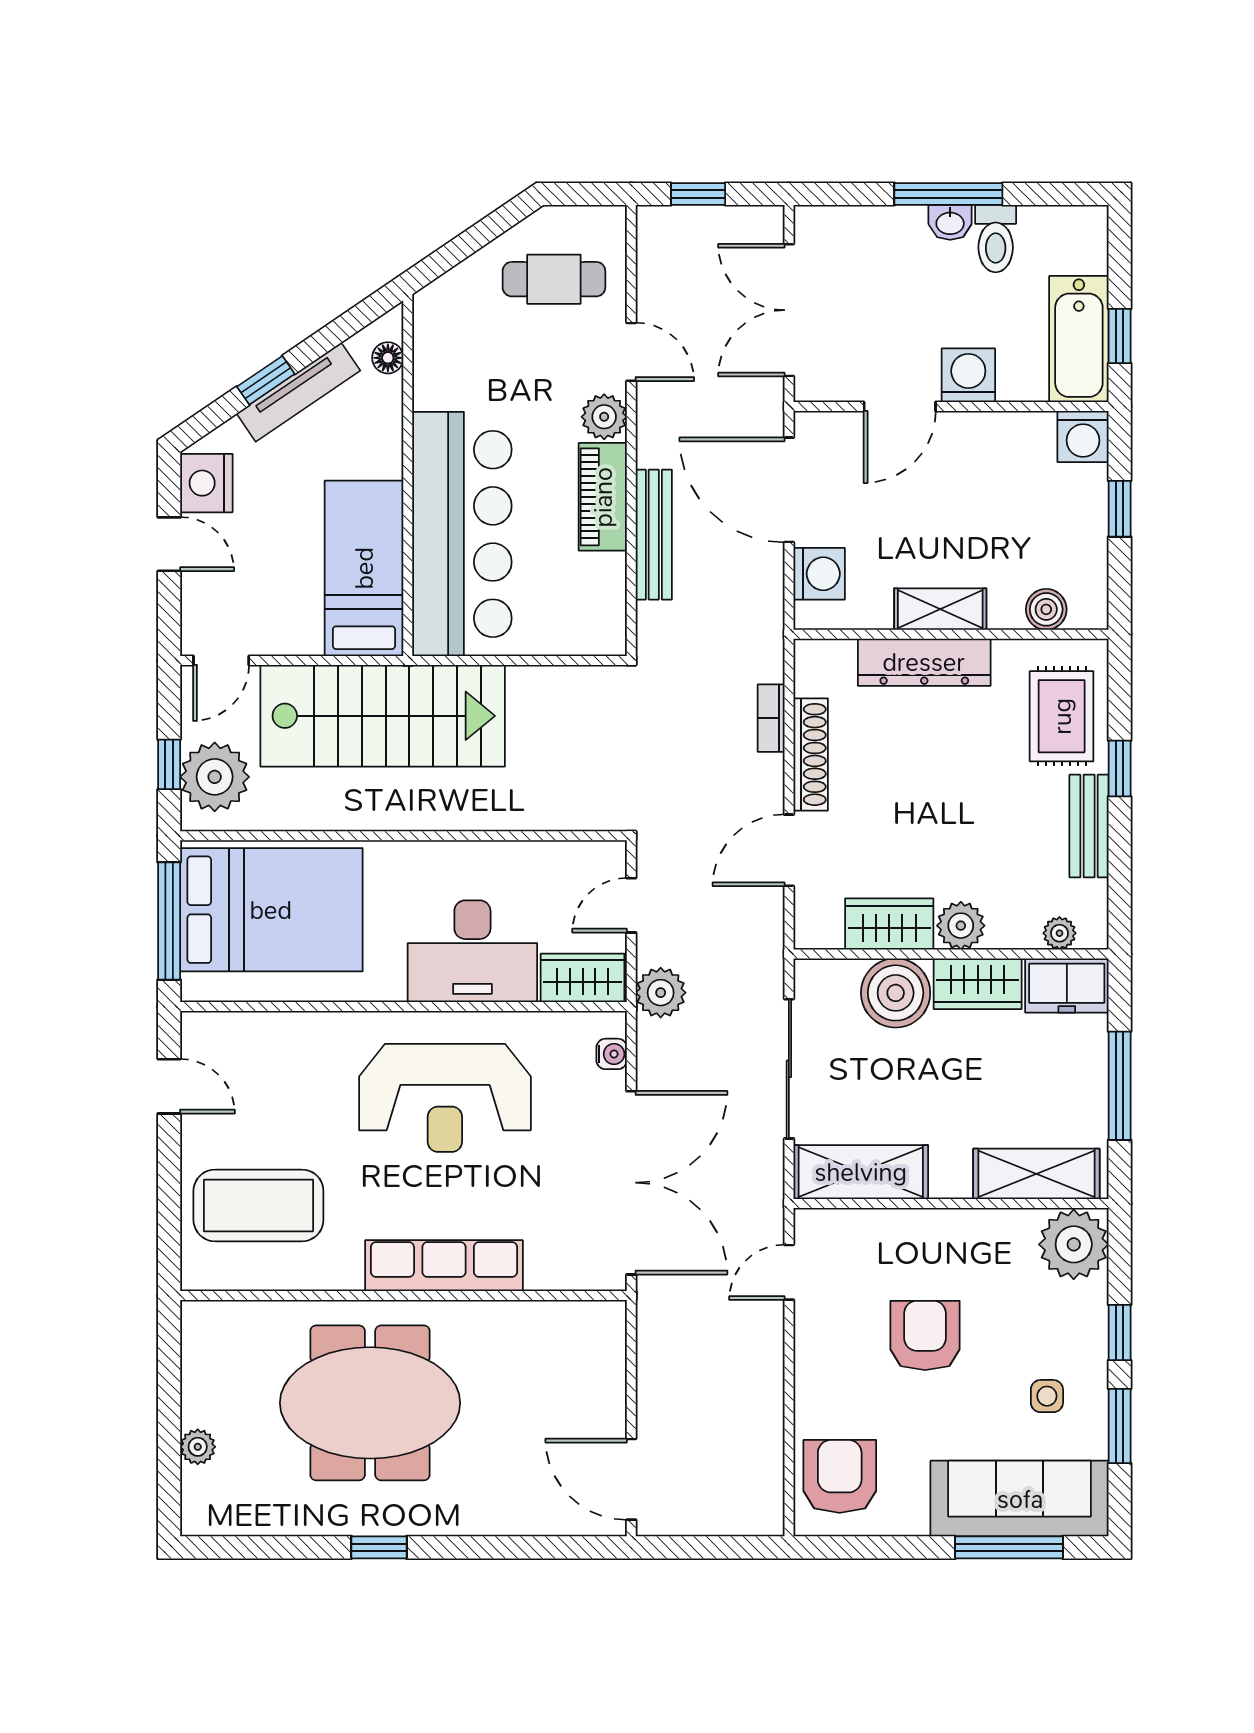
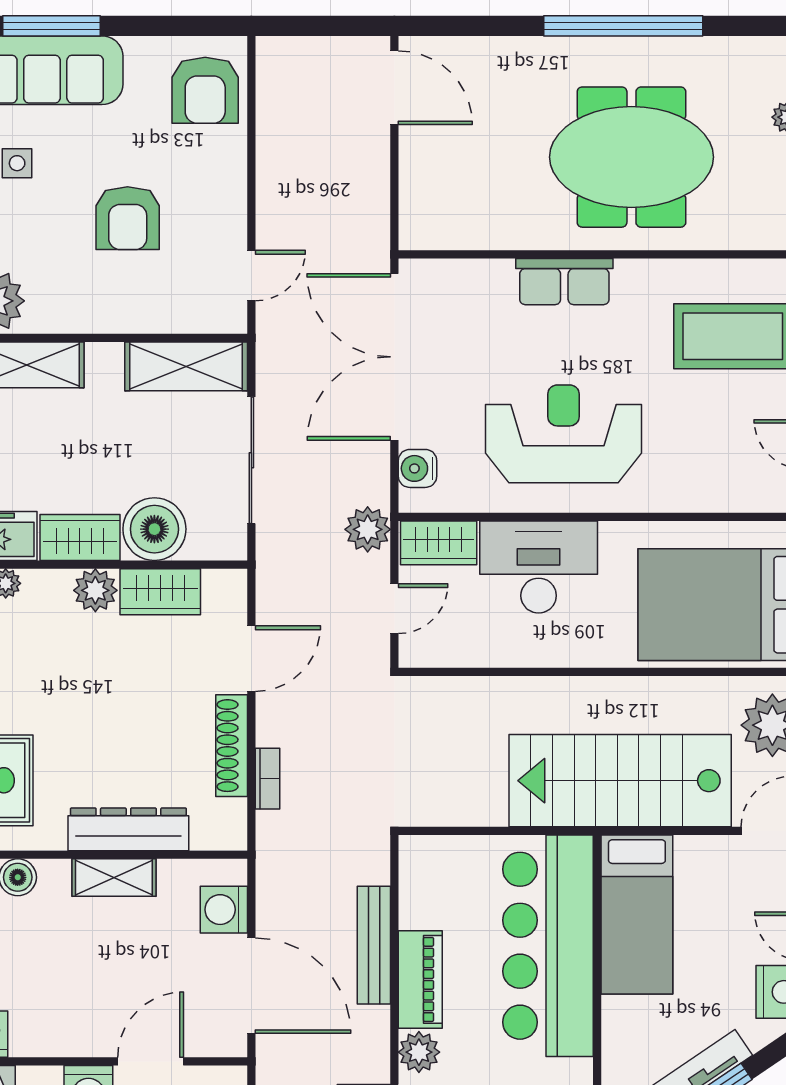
water cooler: (612, 1054) -> (418, 468), width x1.38, depth x1.38
row of seats: (444, 1266) -> (564, 282), width x0.68
window: (379, 1547) -> (623, 26), width x3.17

